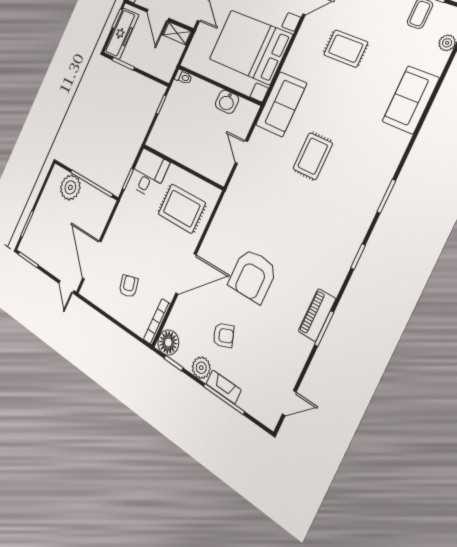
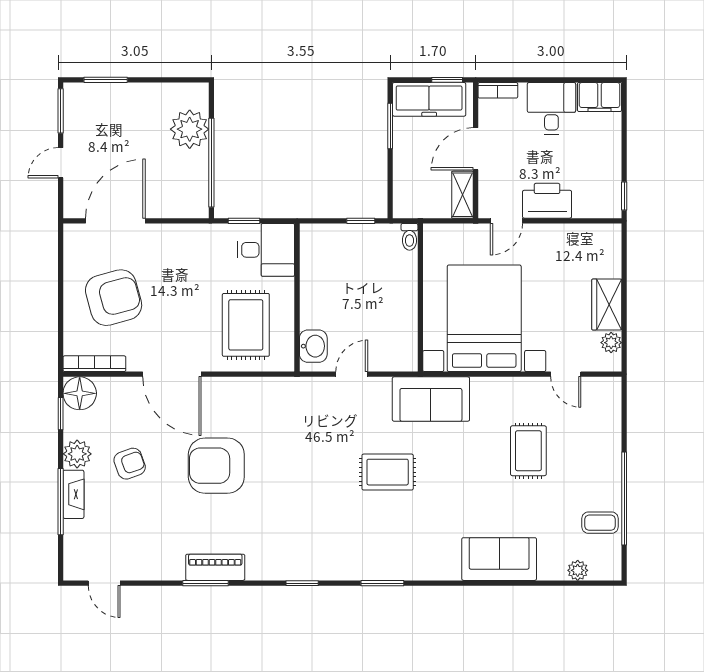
washbasin: (227, 102) -> (313, 346), moved, turned 180
armchair: (129, 286) -> (114, 298), width x1.88, depth x1.88
door: (66, 287) -> (61, 163), moved
armchair: (223, 335) -> (130, 464), turned -89

